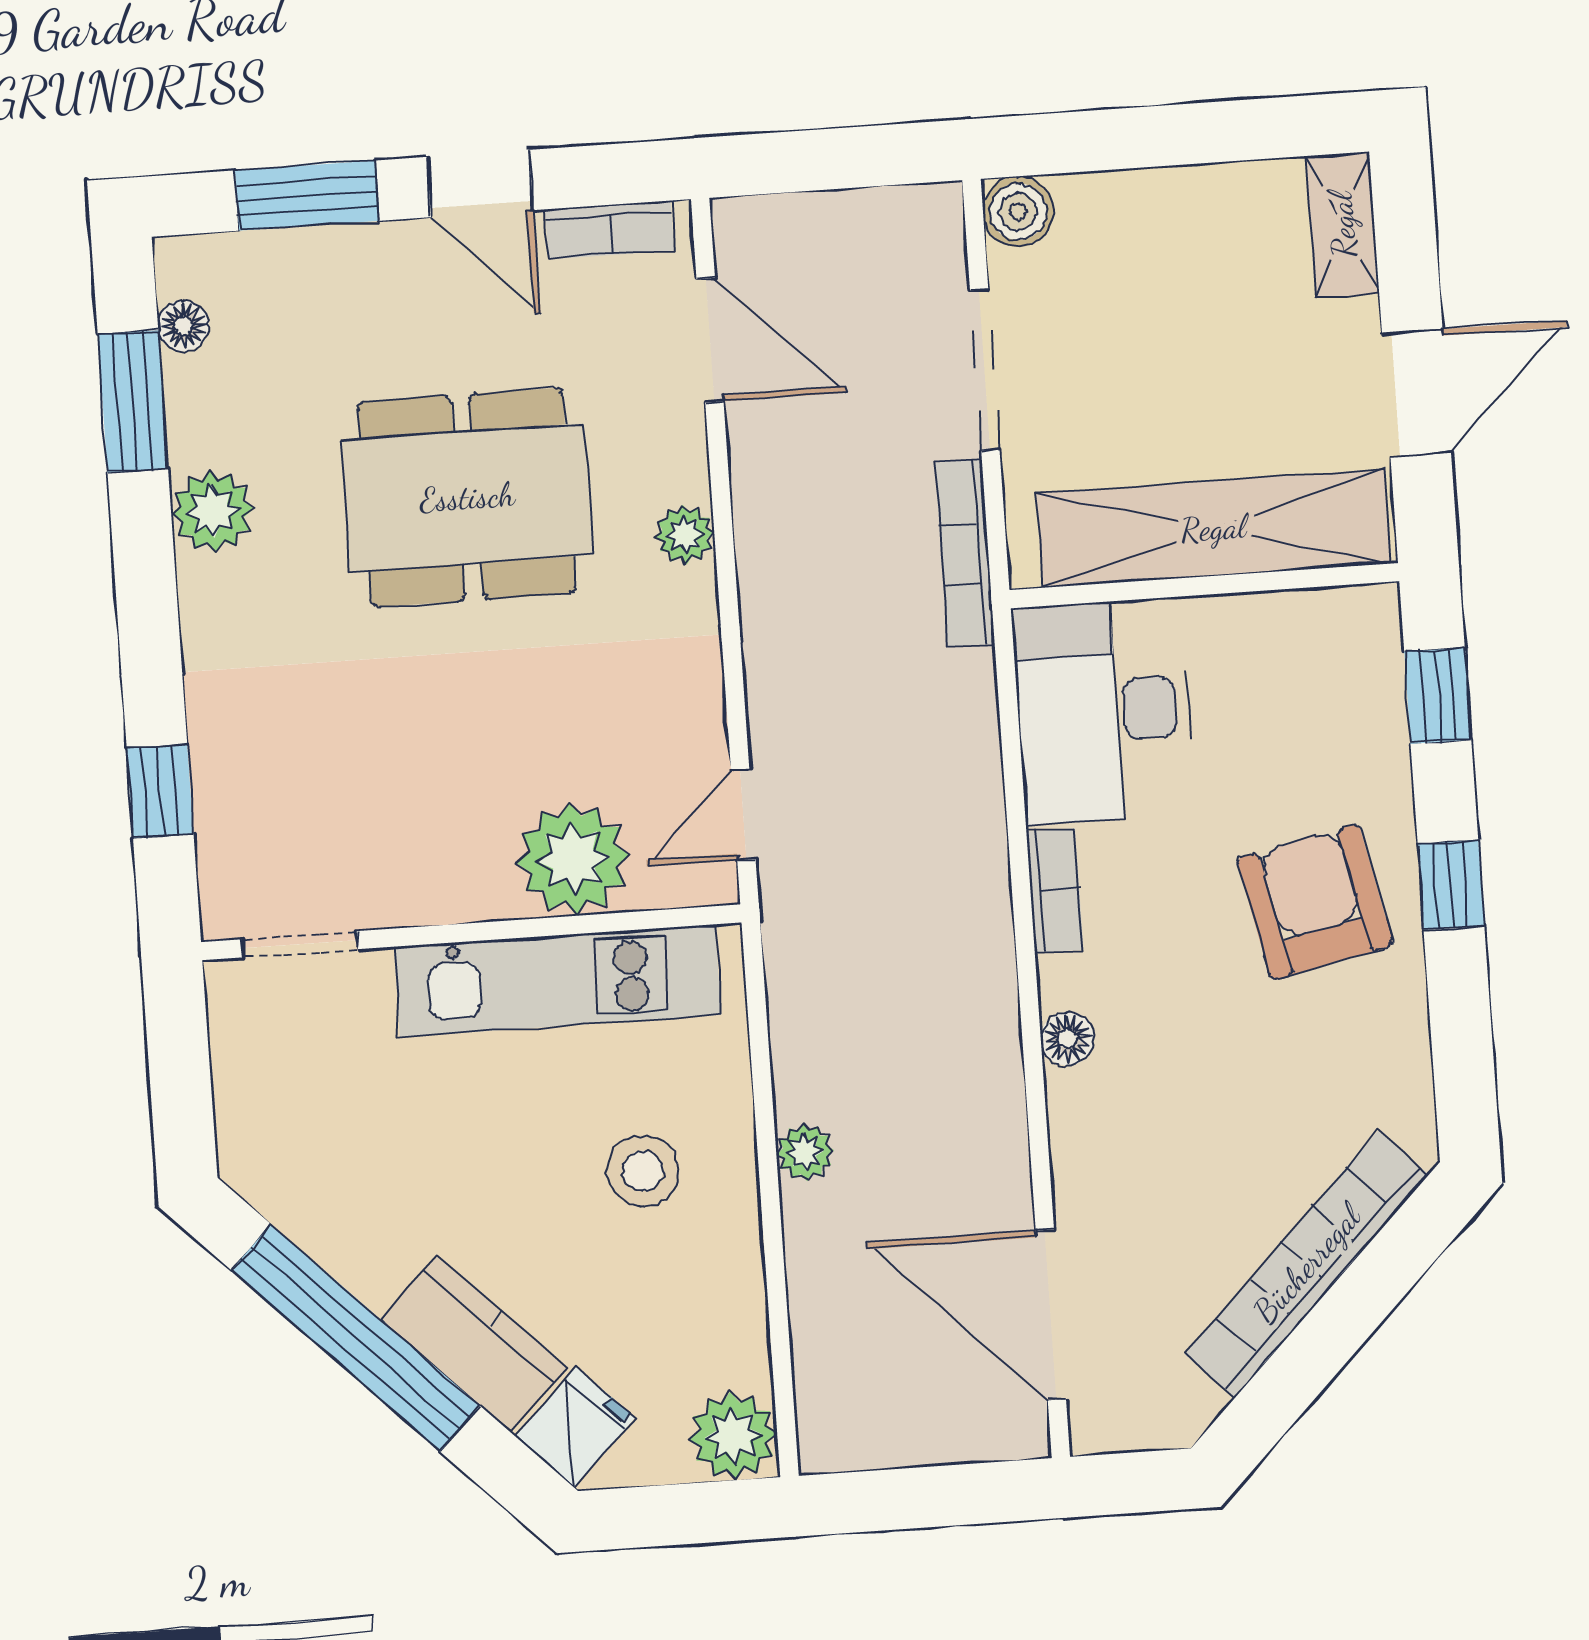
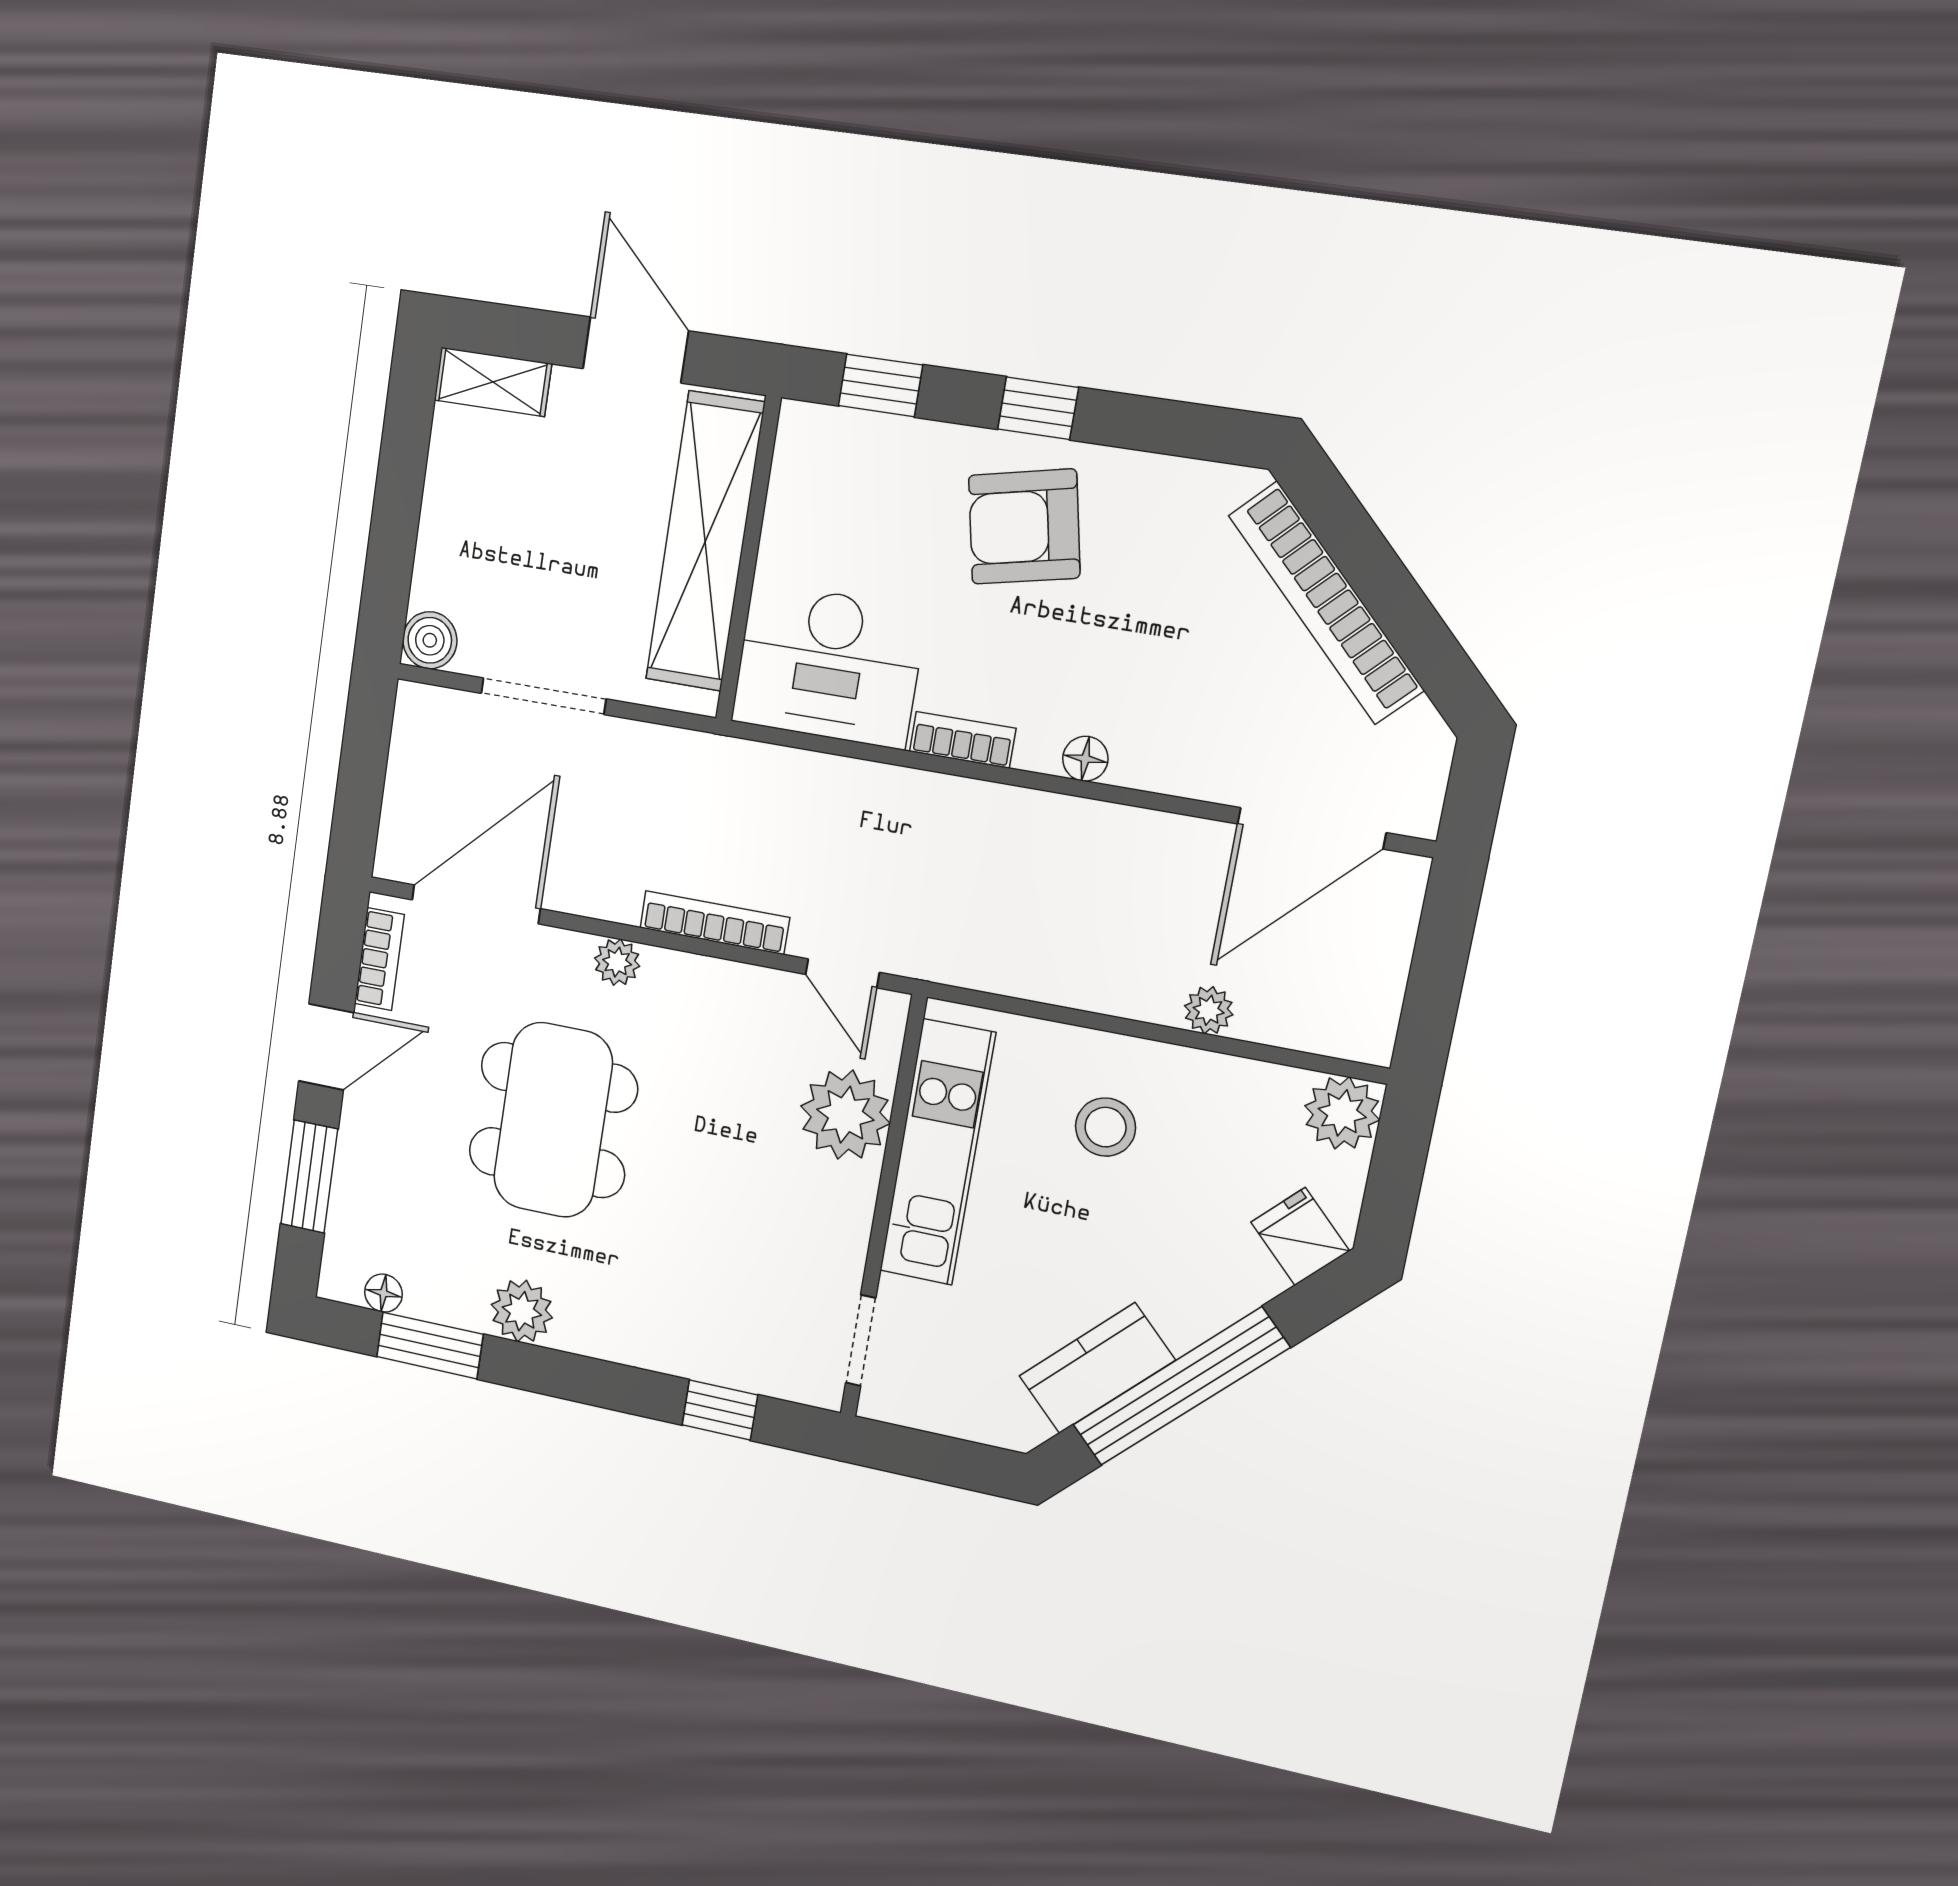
door: (710, 340) -> (476, 904), width x1.36
bookcase: (965, 553) -> (715, 923), moved, turned 180
plant: (805, 1152) -> (1209, 1010), moved
kitchen counter: (474, 1343) -> (1097, 1368), moved

